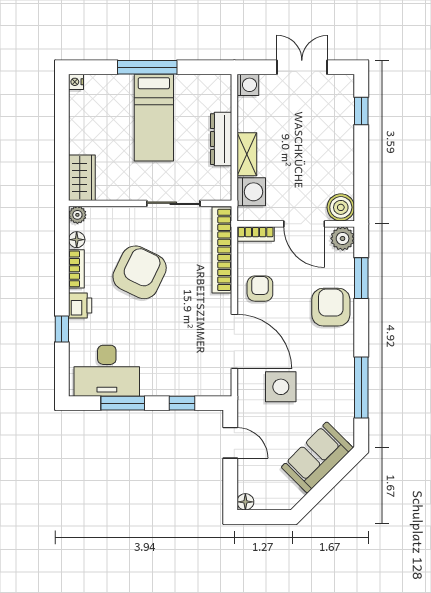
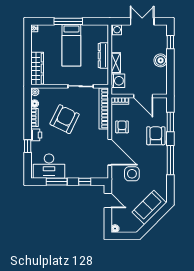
wardrobe: (82, 178) -> (37, 69), width x1.50
boiler: (341, 207) -> (161, 60), moved
plant: (343, 238) -> (161, 103), removed
window: (361, 388) -> (170, 160), moved

